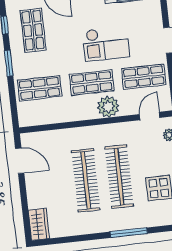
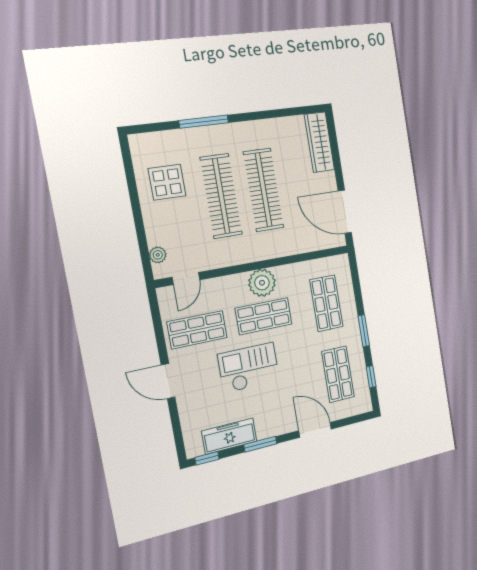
shop shelf: (40, 88) -> (326, 303), turned 90
plant: (108, 107) -> (262, 283), moved
door: (20, 161) -> (345, 212), width x1.36
wardrobe: (39, 224) -> (319, 142), width x1.50

